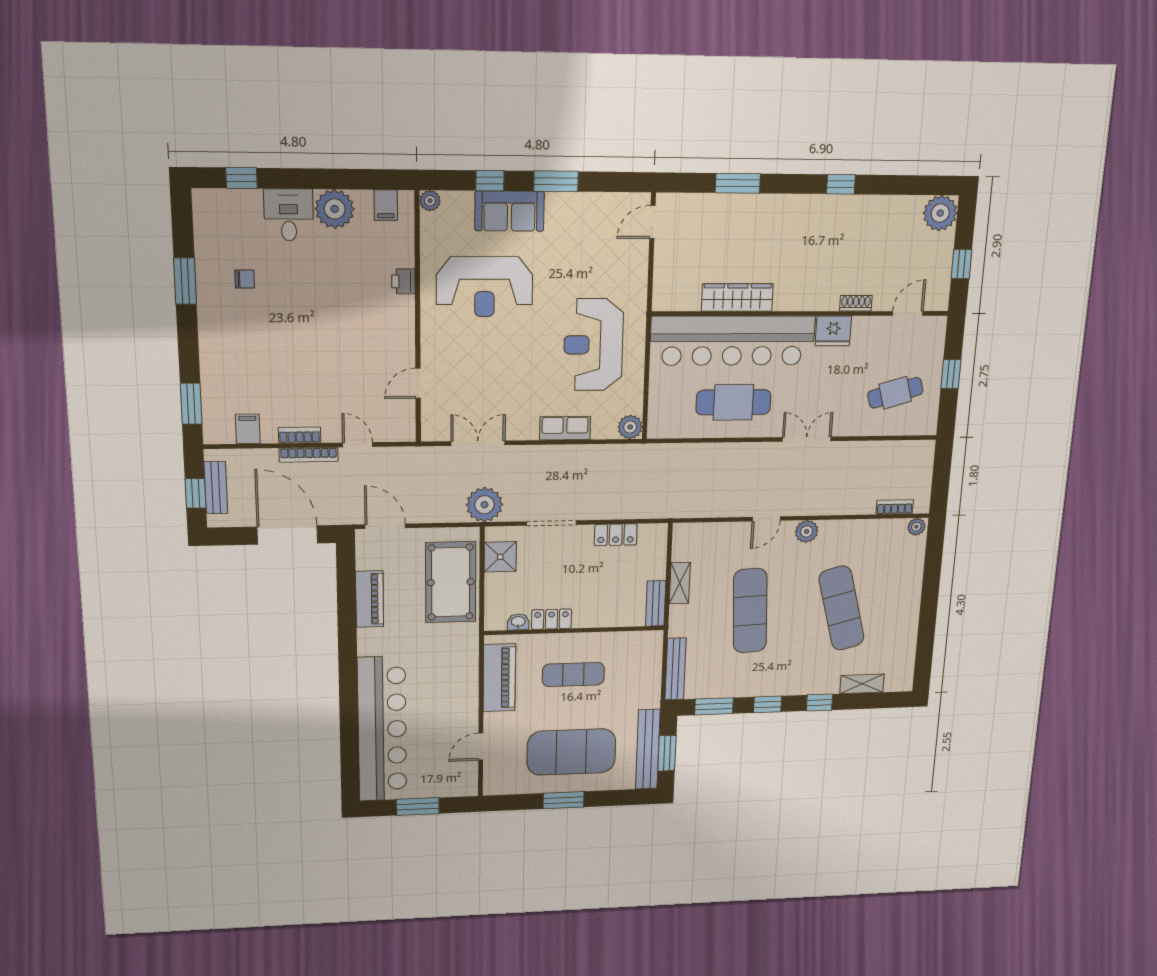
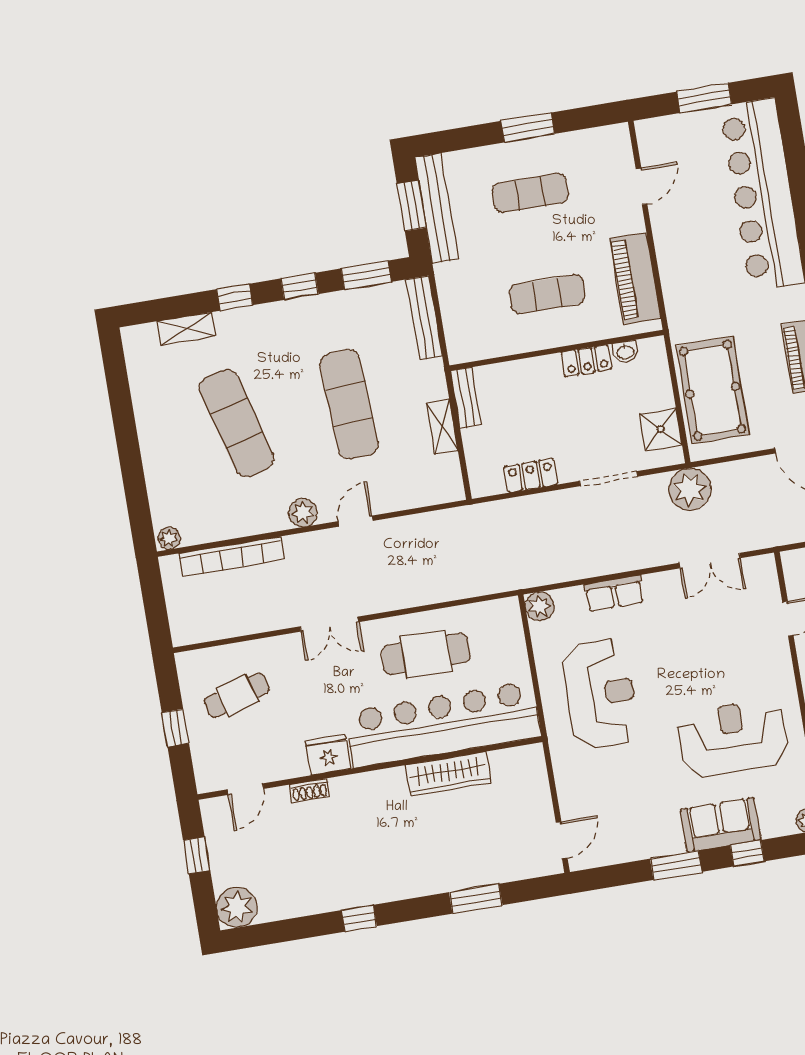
bookcase: (895, 507) -> (232, 556), width x2.31, depth x1.31
exercise mat: (571, 752) -> (530, 193), width x0.50, depth x0.69

